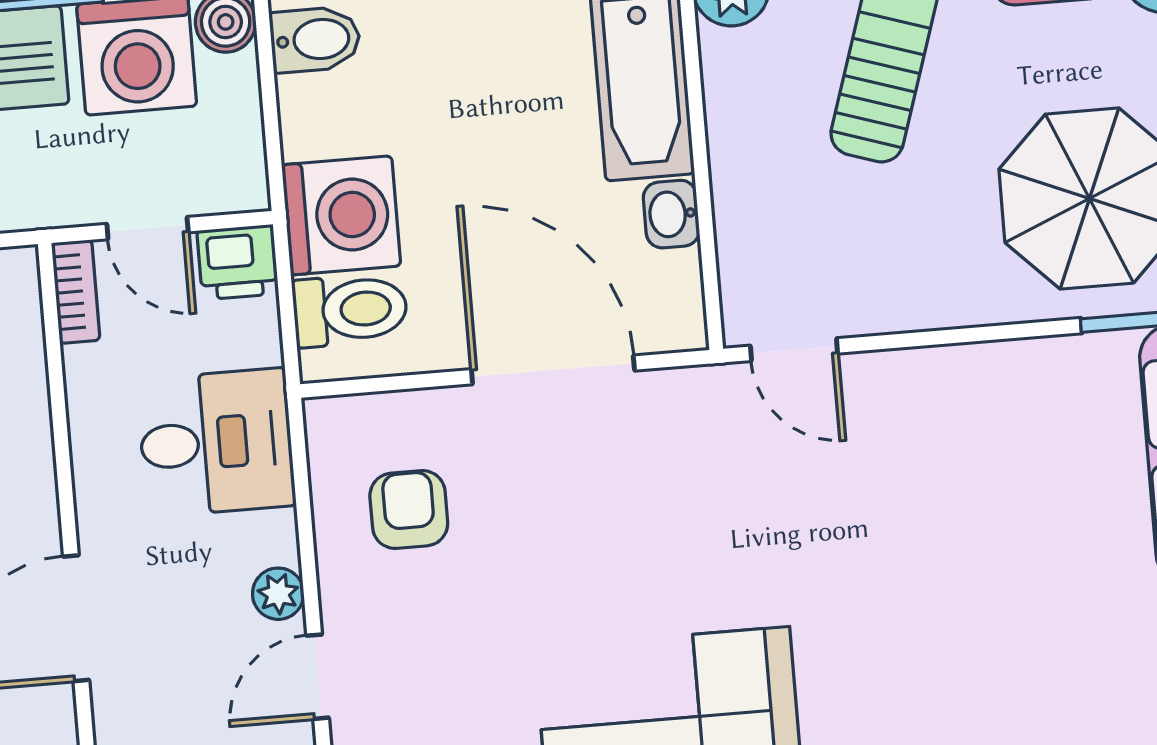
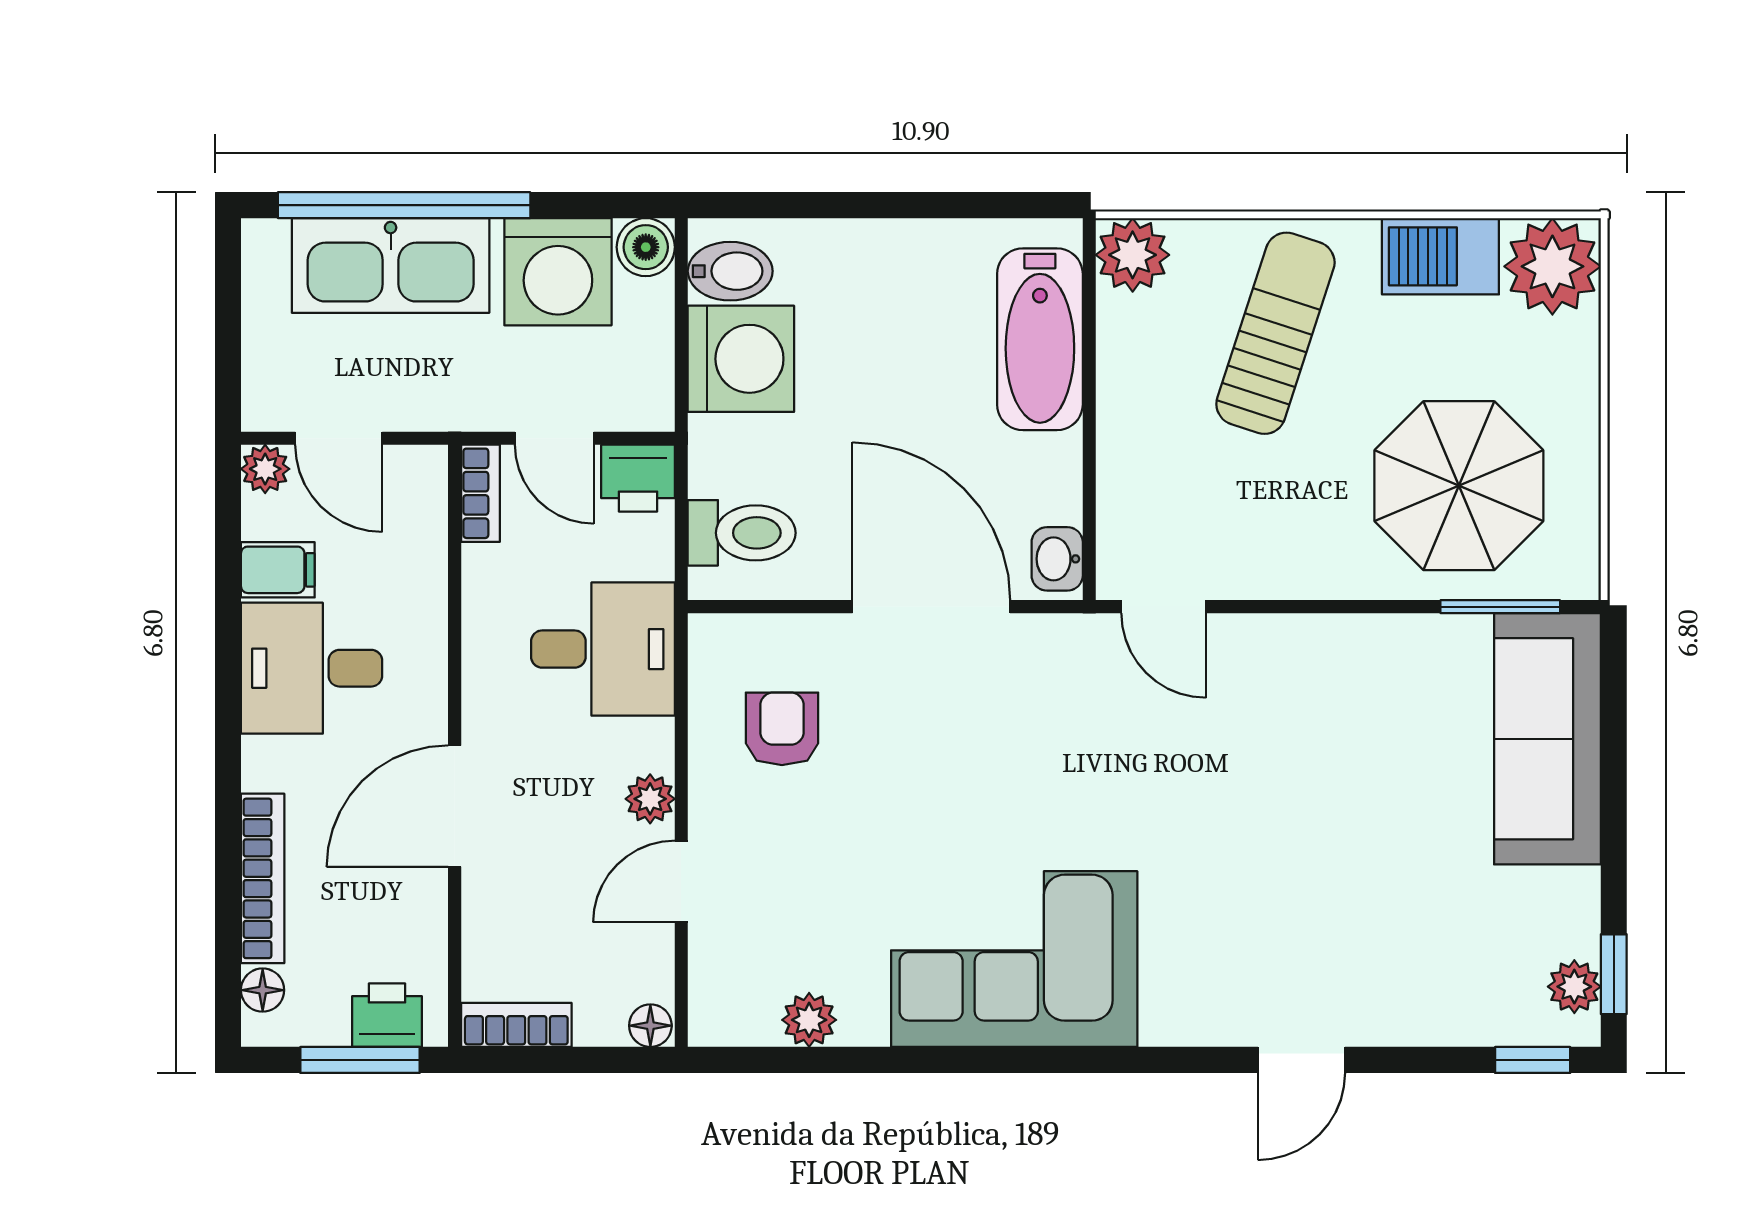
washbasin: (671, 214) -> (1057, 559), moved
washing machine: (341, 215) -> (741, 359), moved

